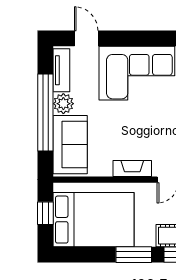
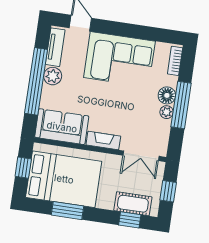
sofa: (70, 145) -> (62, 127), moved, turned -90
window: (134, 255) -> (68, 211), moved

